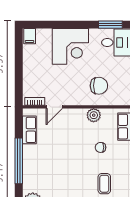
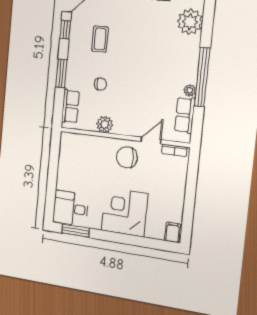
chair: (99, 86) -> (127, 157), moved
plant: (27, 150) -> (190, 90), added

